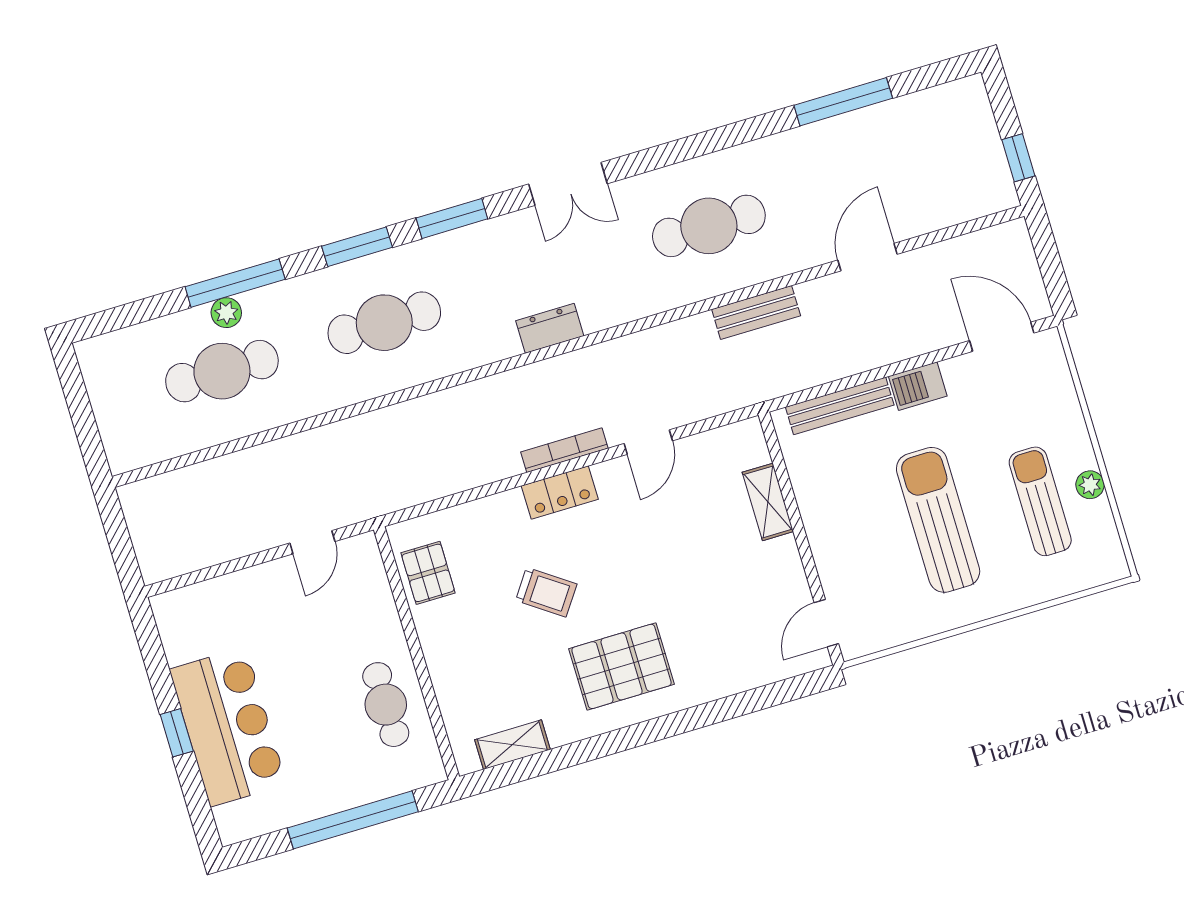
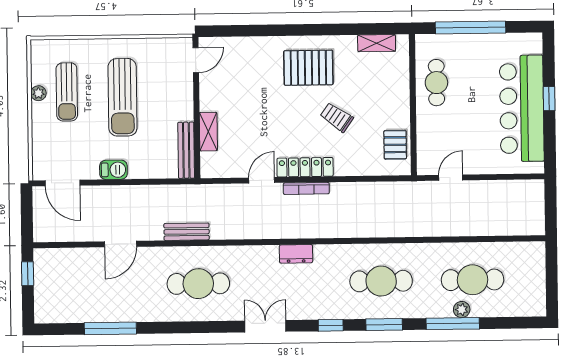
window: (452, 218) -> (331, 325), width x0.67
bench: (840, 406) -> (186, 150), moved, turned 90
locker: (560, 493) -> (305, 167), width x1.53
bar counter: (228, 727) -> (522, 108), width x1.36

